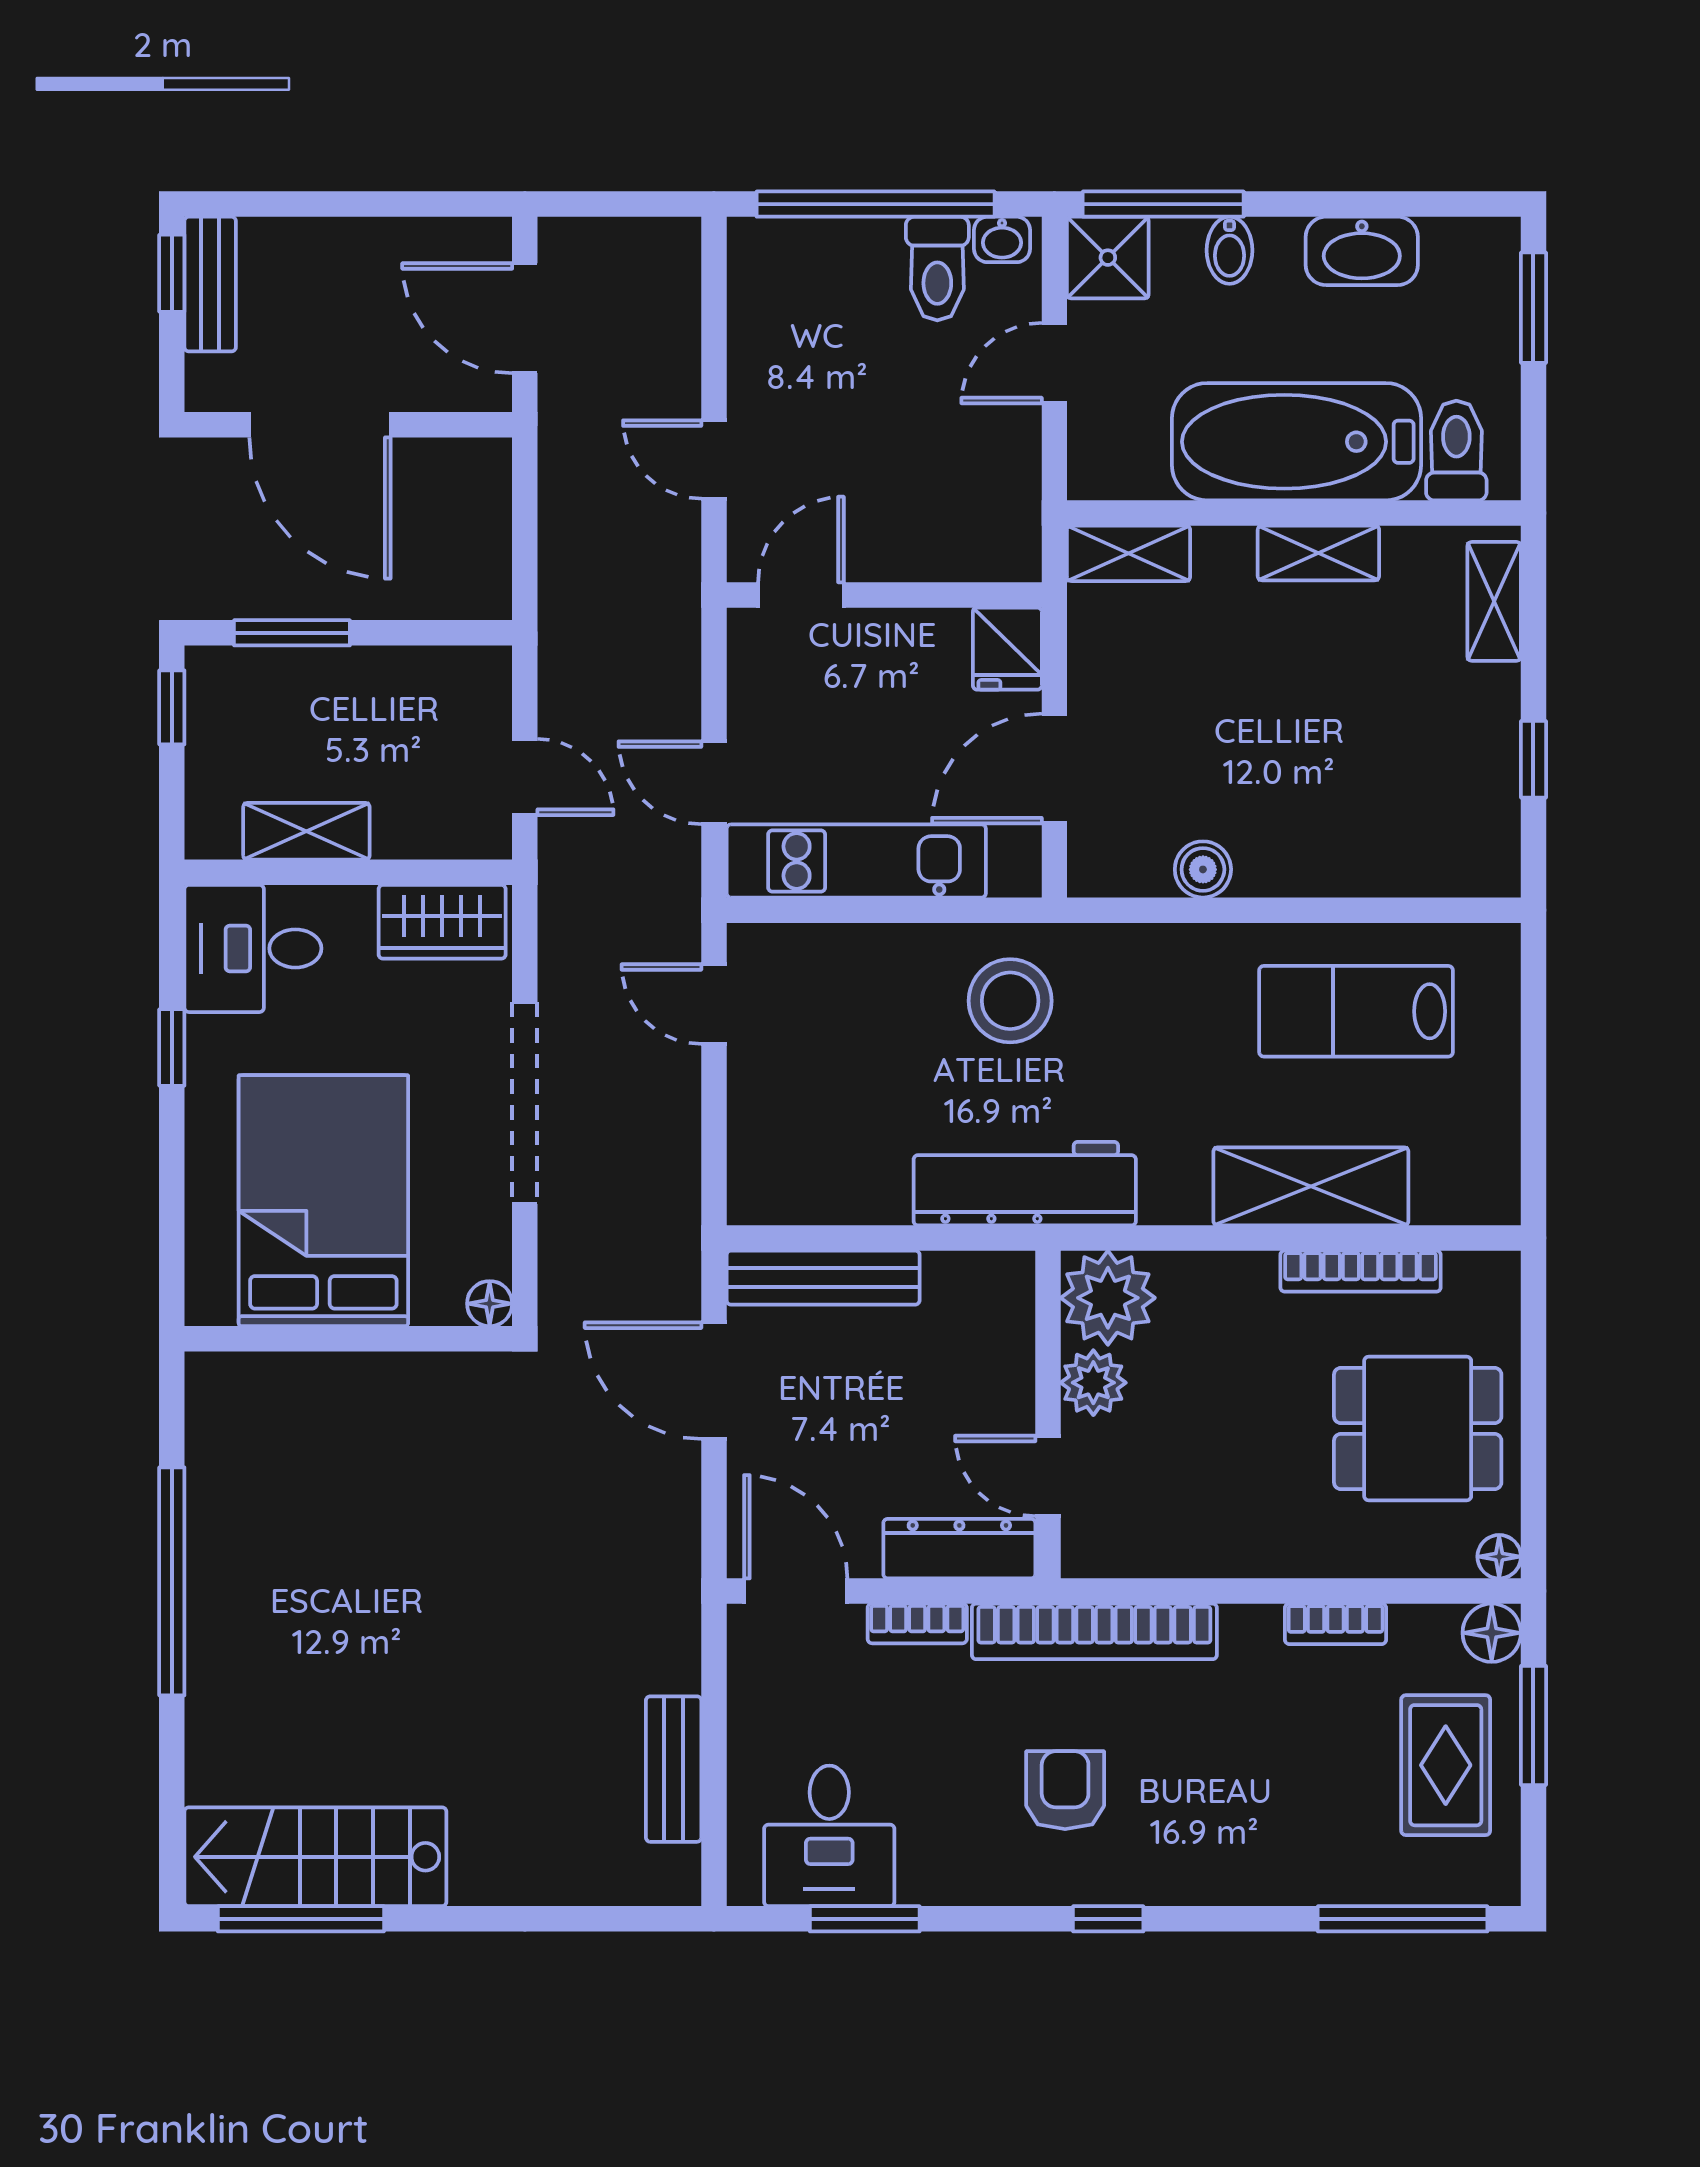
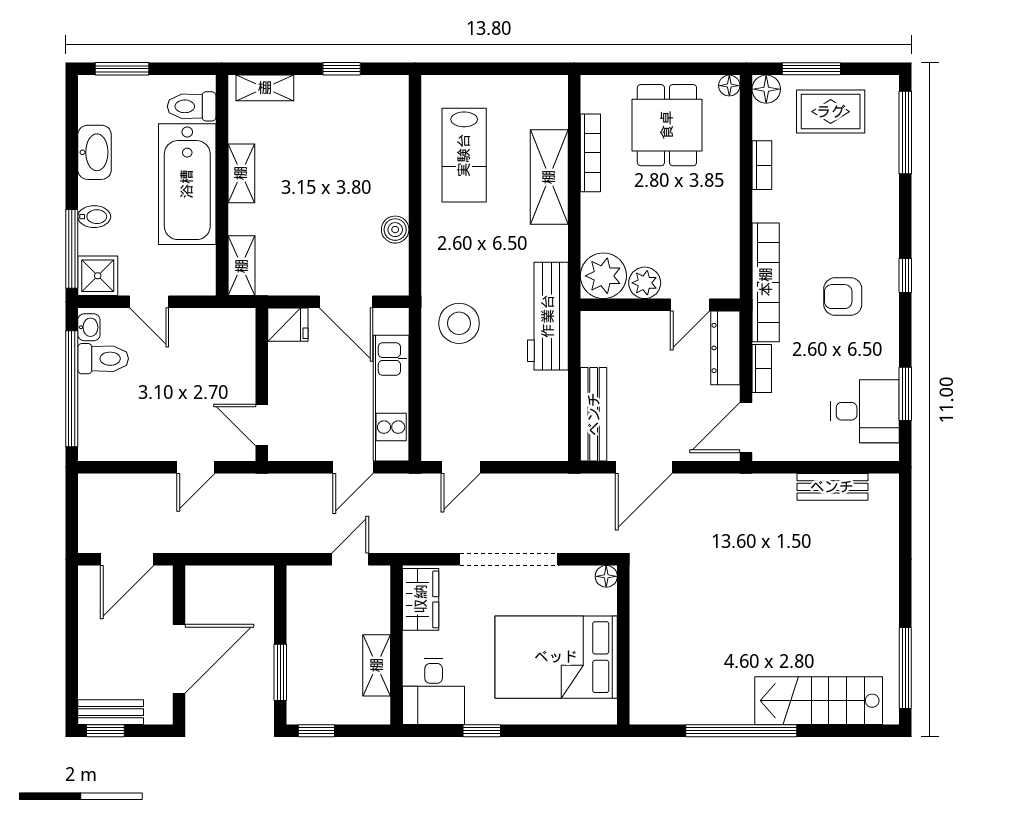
stairs: (315, 1857) -> (819, 701), moved, turned 90

